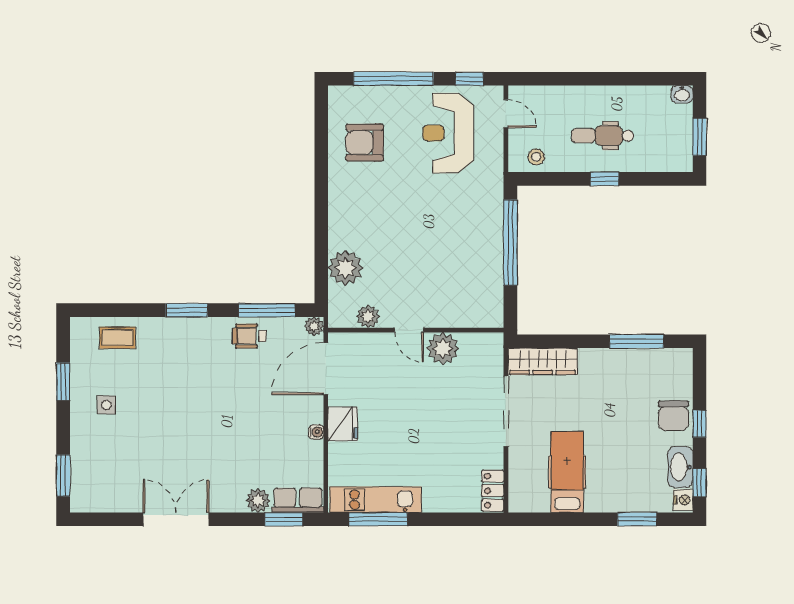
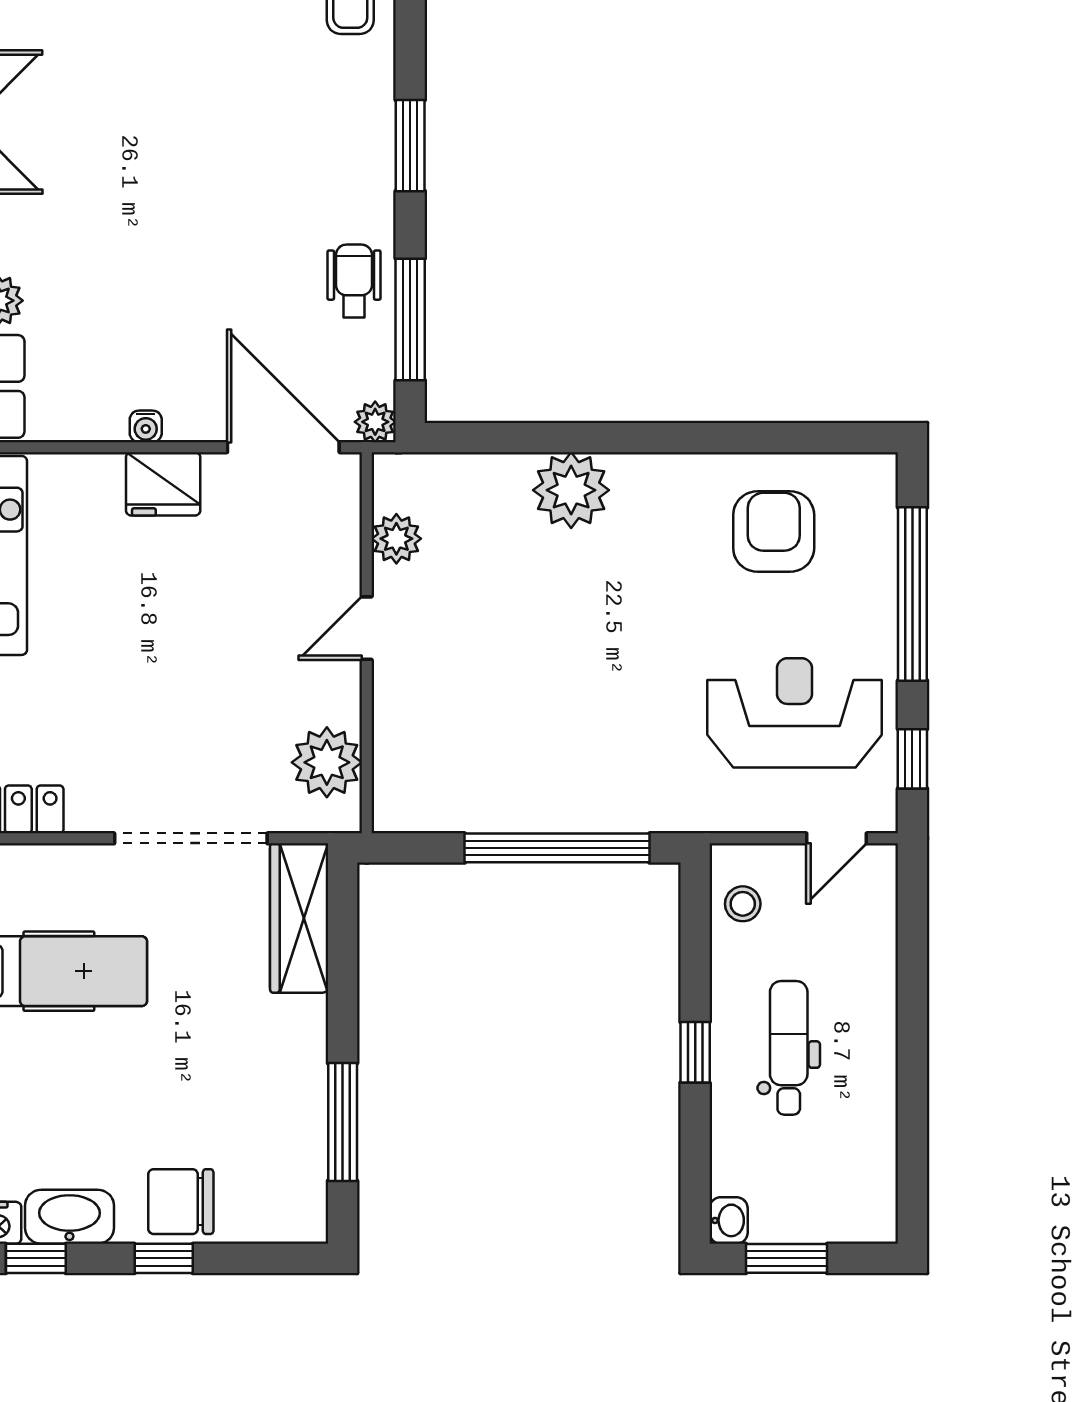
washbasin: (682, 94) -> (729, 1220), moved, turned 180
plant: (346, 268) -> (571, 490), moved
plant: (443, 349) -> (327, 762), moved

